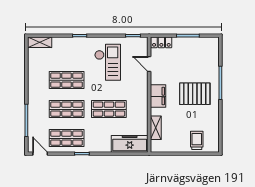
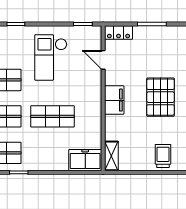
checkout: (108, 62) -> (51, 57), turned 180
pallet: (195, 94) -> (161, 97), turned 90
shelving: (156, 128) -> (111, 156), moved
freezer: (130, 144) -> (85, 160), width x0.71

